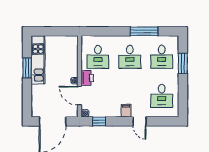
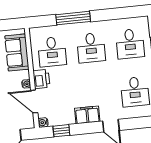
window: (144, 31) -> (73, 18), moved
sofa: (69, 55) -> (17, 52), added
filing cabinet: (126, 111) -> (87, 115), width x2.00

